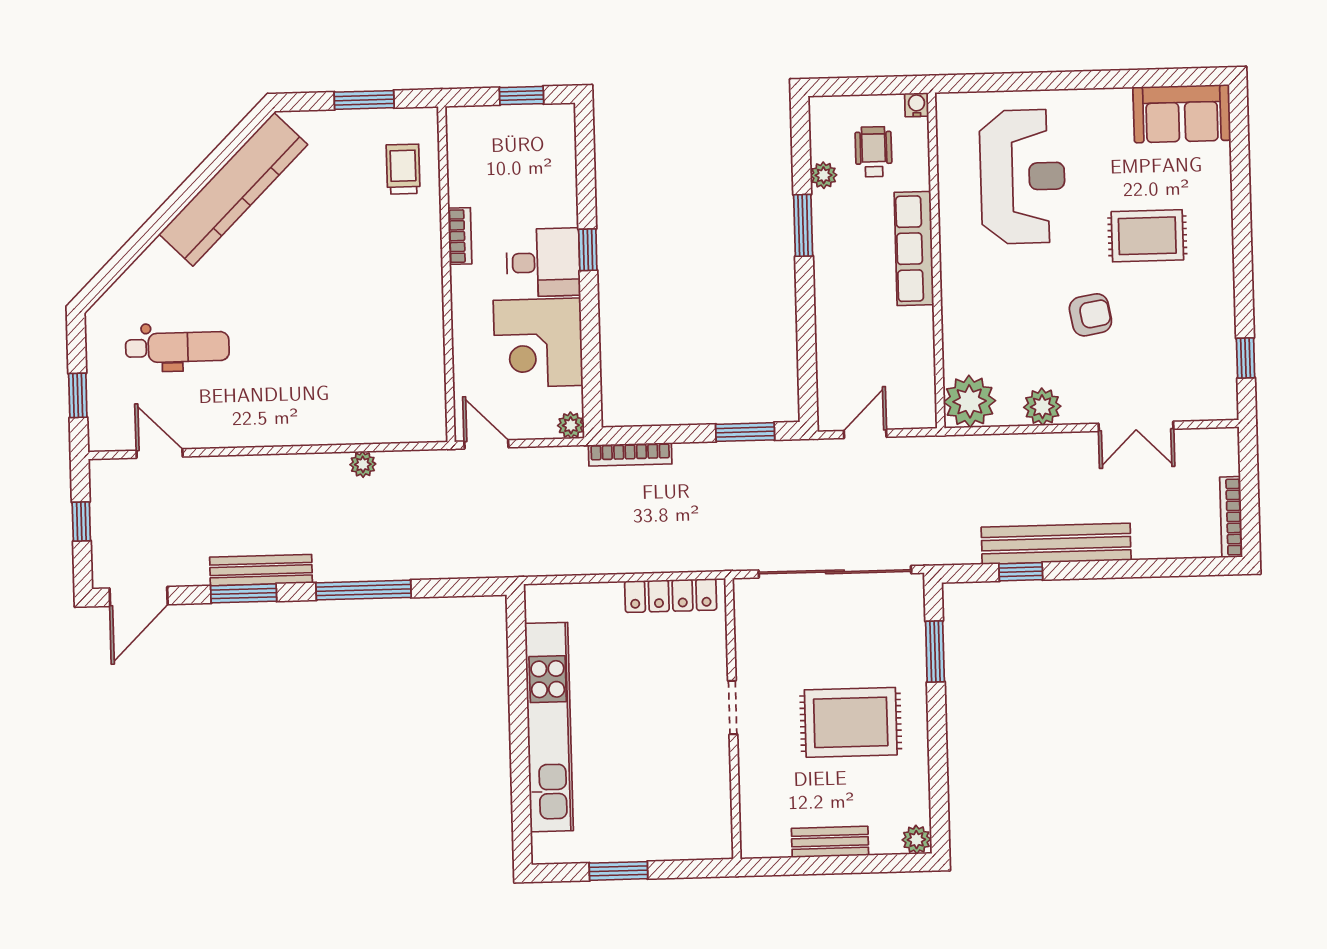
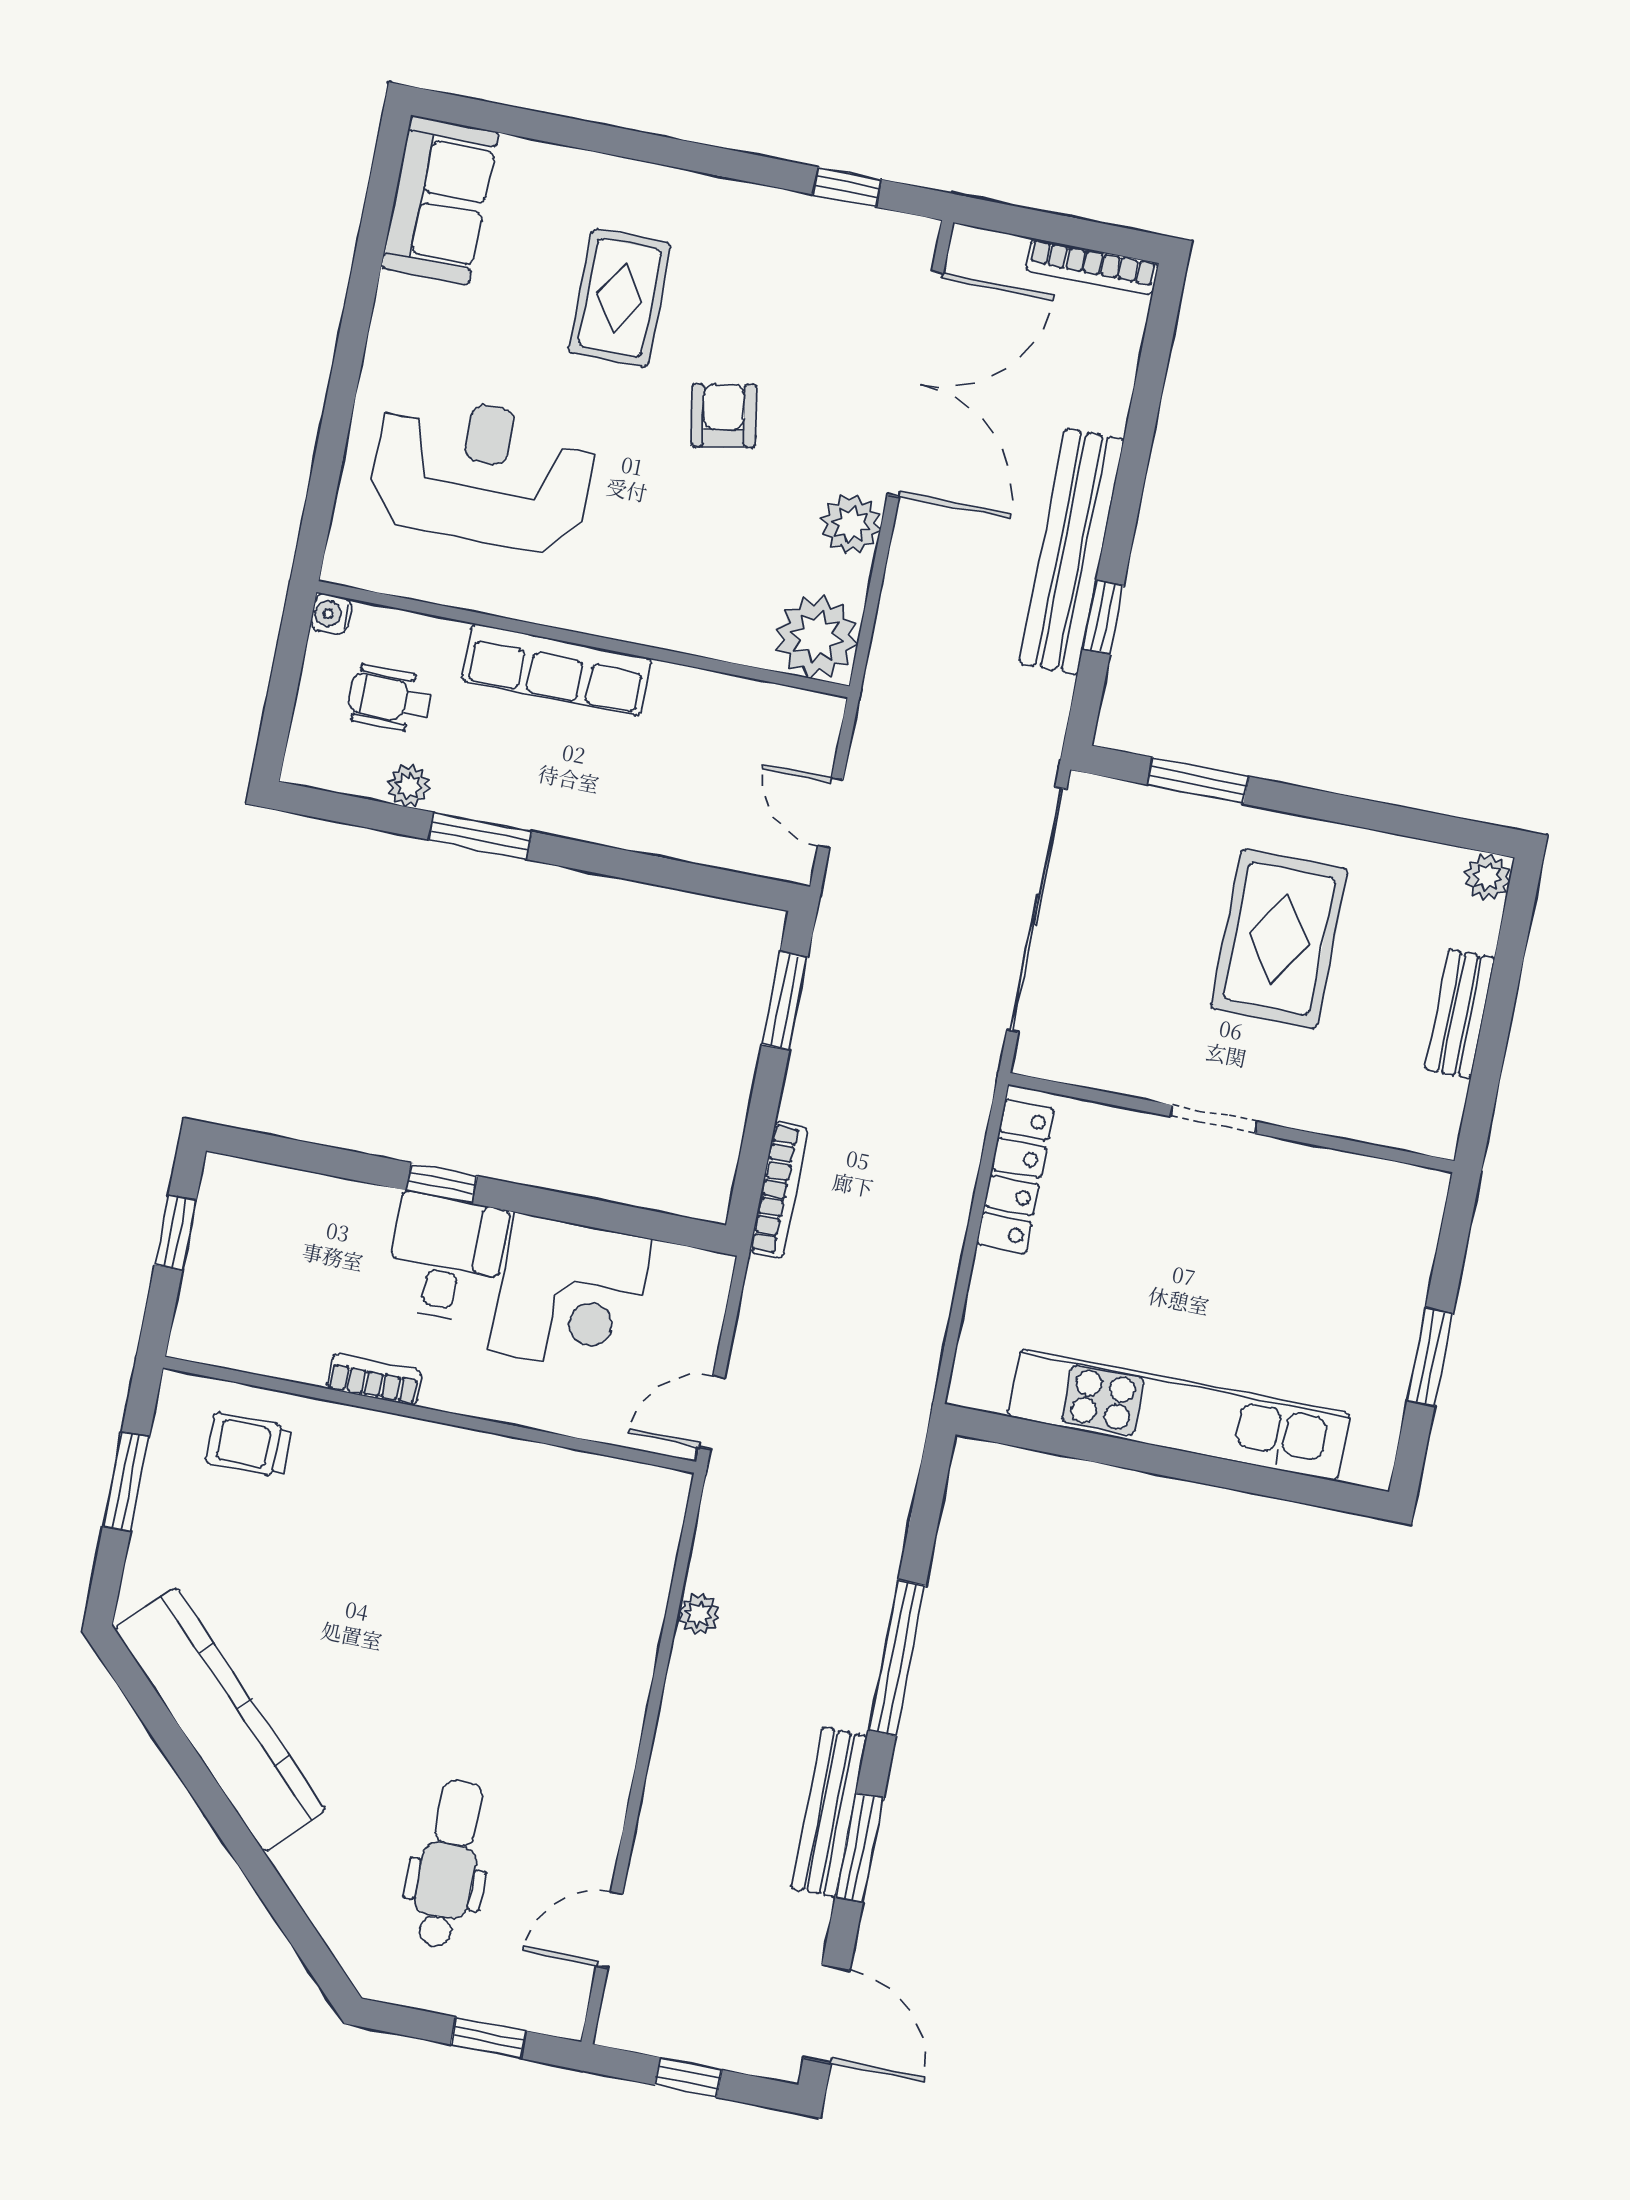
plant: (571, 425) -> (712, 1273), removed
double door: (1136, 426) -> (915, 384), width x1.87

